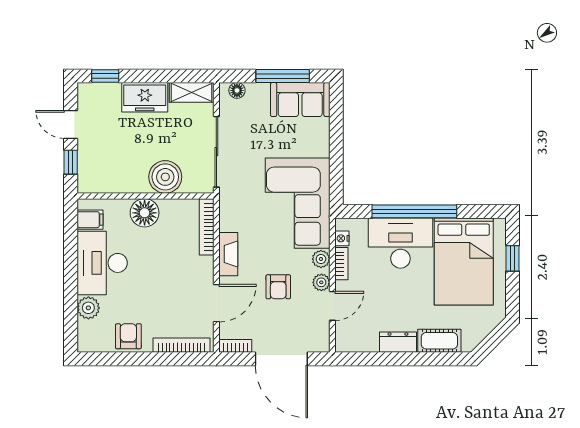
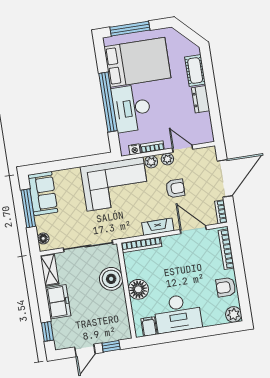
window: (513, 258) -> (130, 29), width x2.17
plant: (88, 308) -> (234, 314), moved

